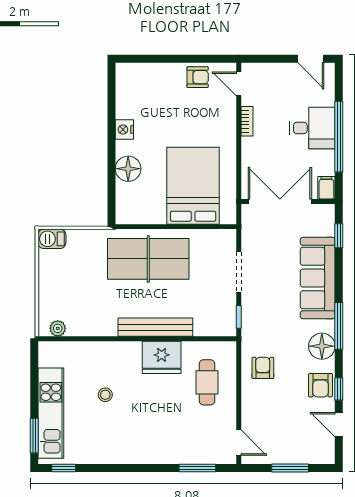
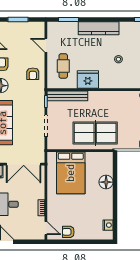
nightstand: (124, 130) -> (108, 225), moved
bench: (155, 327) -> (67, 96), moved
door: (239, 443) -> (46, 45), moved
kitchen counter: (142, 452) -> (99, 28), added

